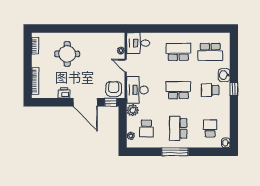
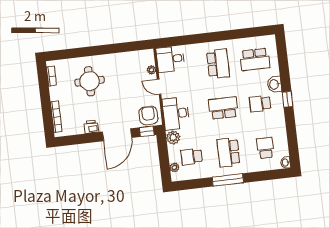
school desk: (178, 52) -> (218, 64), turned 90
door: (85, 102) -> (117, 135), hinge flipped
school desk: (146, 128) -> (192, 157), turned 90

